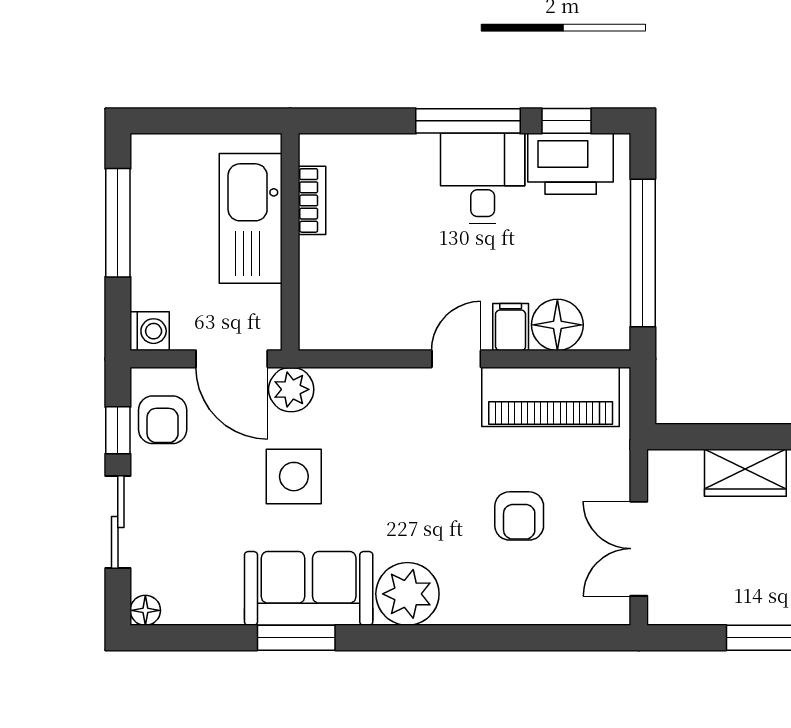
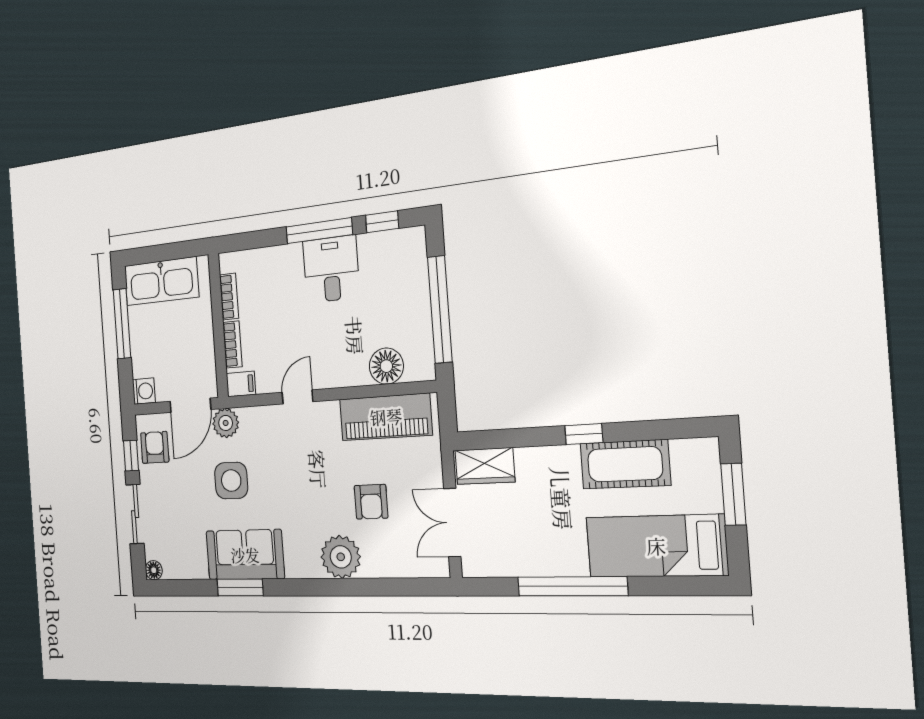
printer: (571, 164) -> (387, 252), removed
kitchen sink: (251, 218) -> (161, 281), moved, turned -90
bookcase: (312, 273) -> (232, 344), added
filing cabinet: (511, 327) -> (241, 384), moved, turned 90
door: (232, 359) -> (190, 405), hinge flipped
door: (456, 359) -> (297, 397), moved
armchair: (163, 420) -> (155, 447), turned 180
wardrobe: (745, 473) -> (485, 466), moved
plant: (407, 594) -> (341, 557), moved

